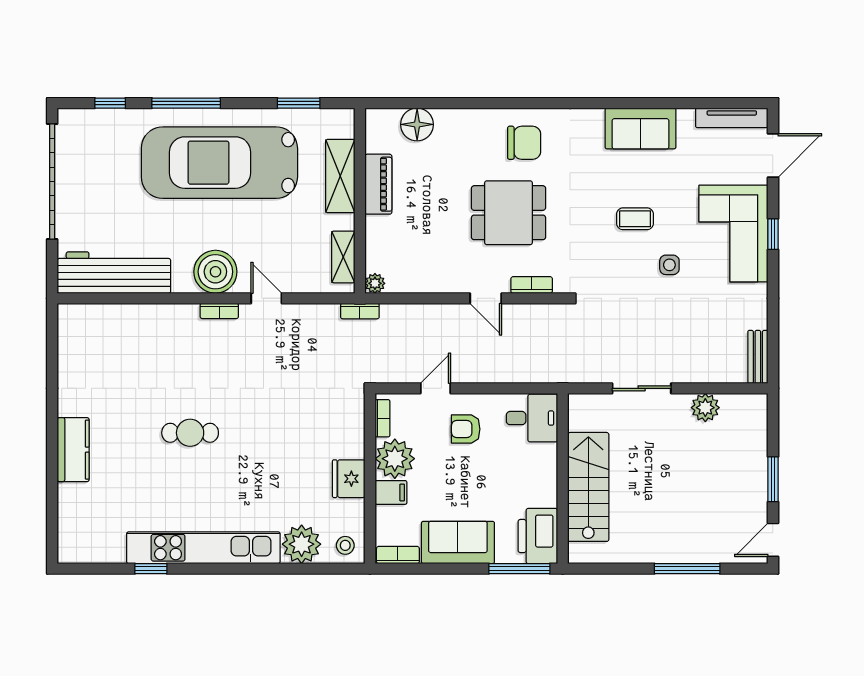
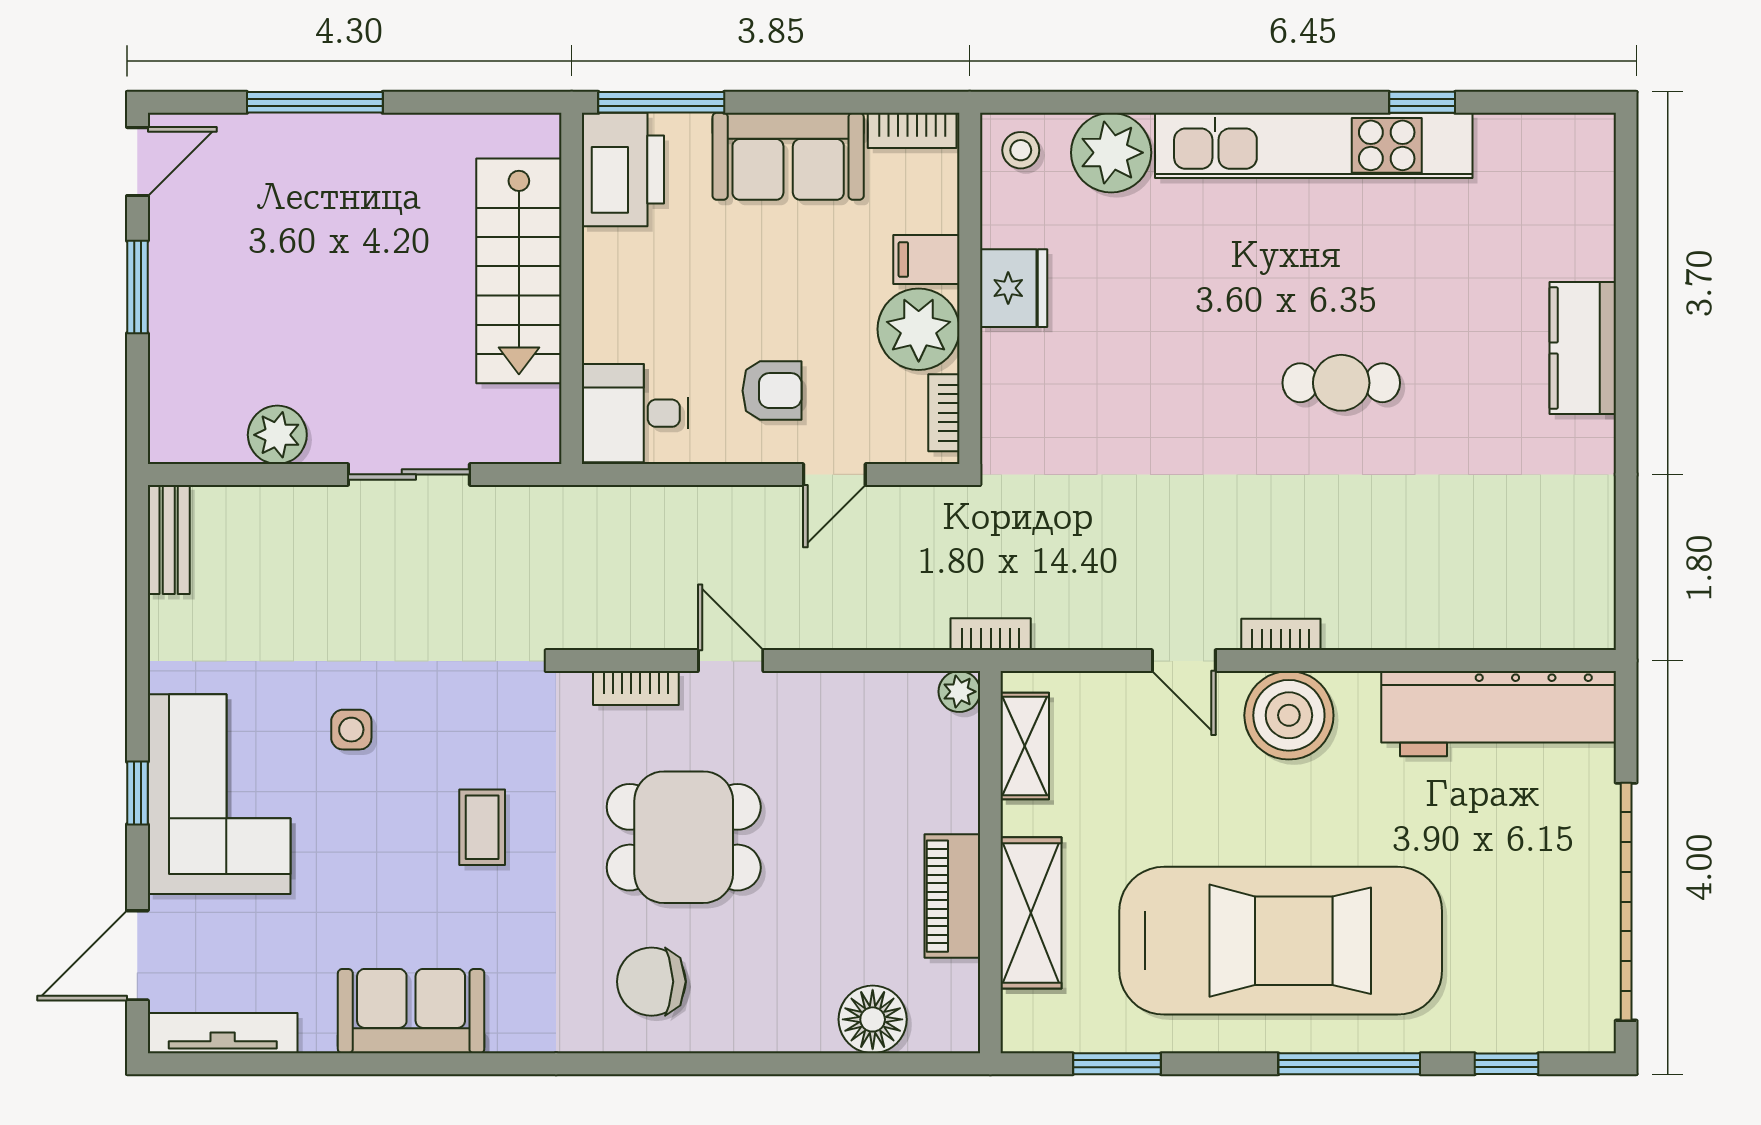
coffee table: (635, 219) -> (482, 827), moved, turned 90

